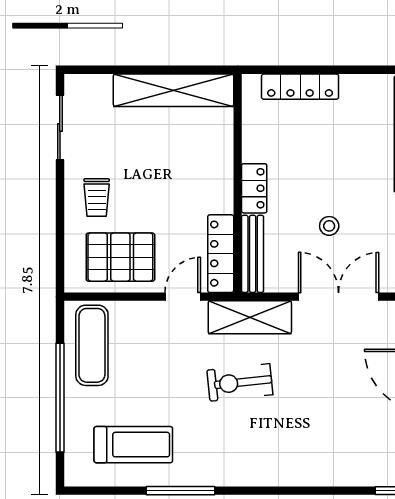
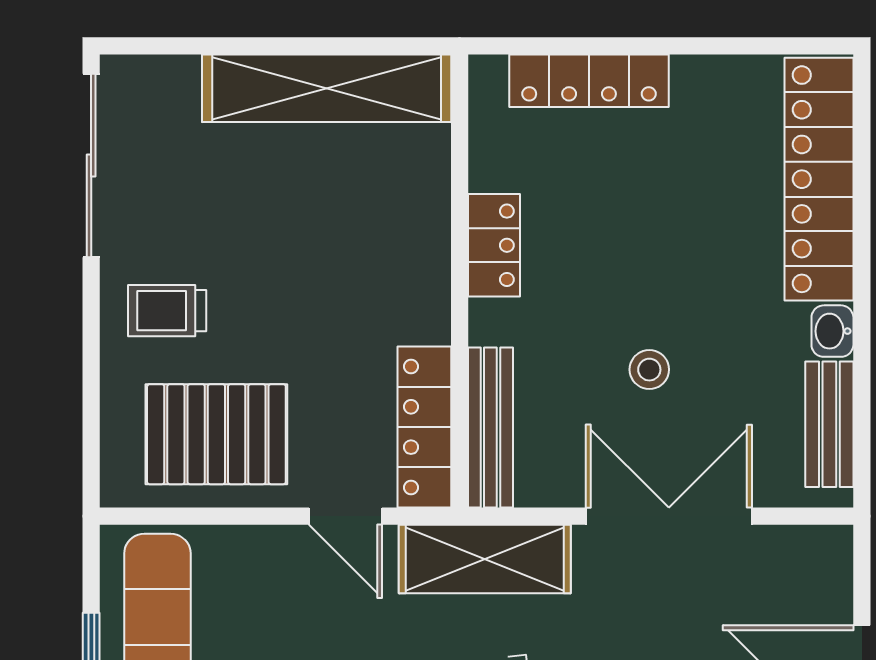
sliding door: (60, 128) -> (91, 166), width x1.37
locker: (254, 188) -> (494, 245), moved
trolley: (97, 197) -> (167, 311), turned 90
door: (183, 297) -> (346, 516), swing flipped

